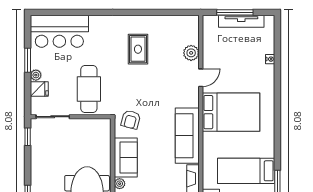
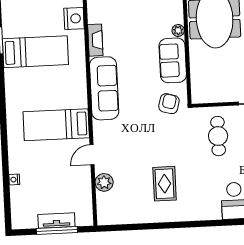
tv unit: (241, 21) -> (56, 220), width x0.71
cafe table: (89, 89) -> (218, 136), width x0.73, depth x0.74
bed: (231, 112) -> (56, 125), width x0.67

